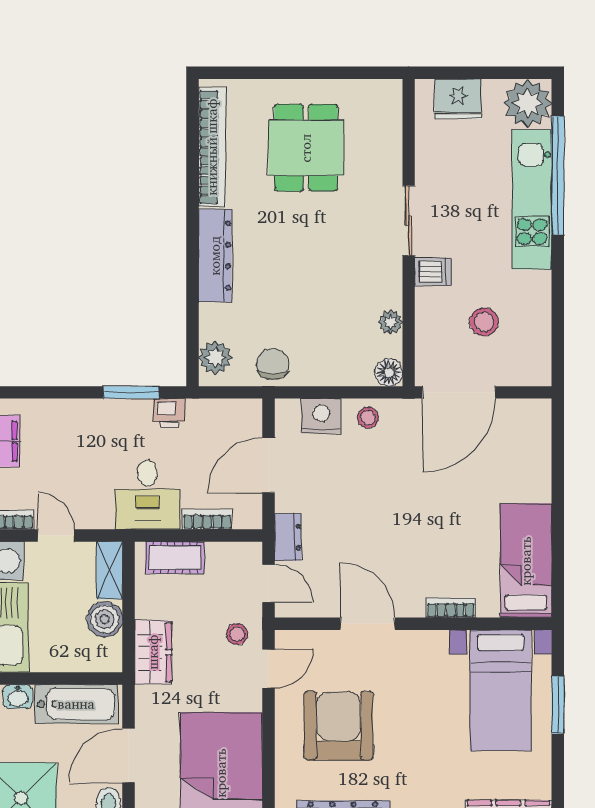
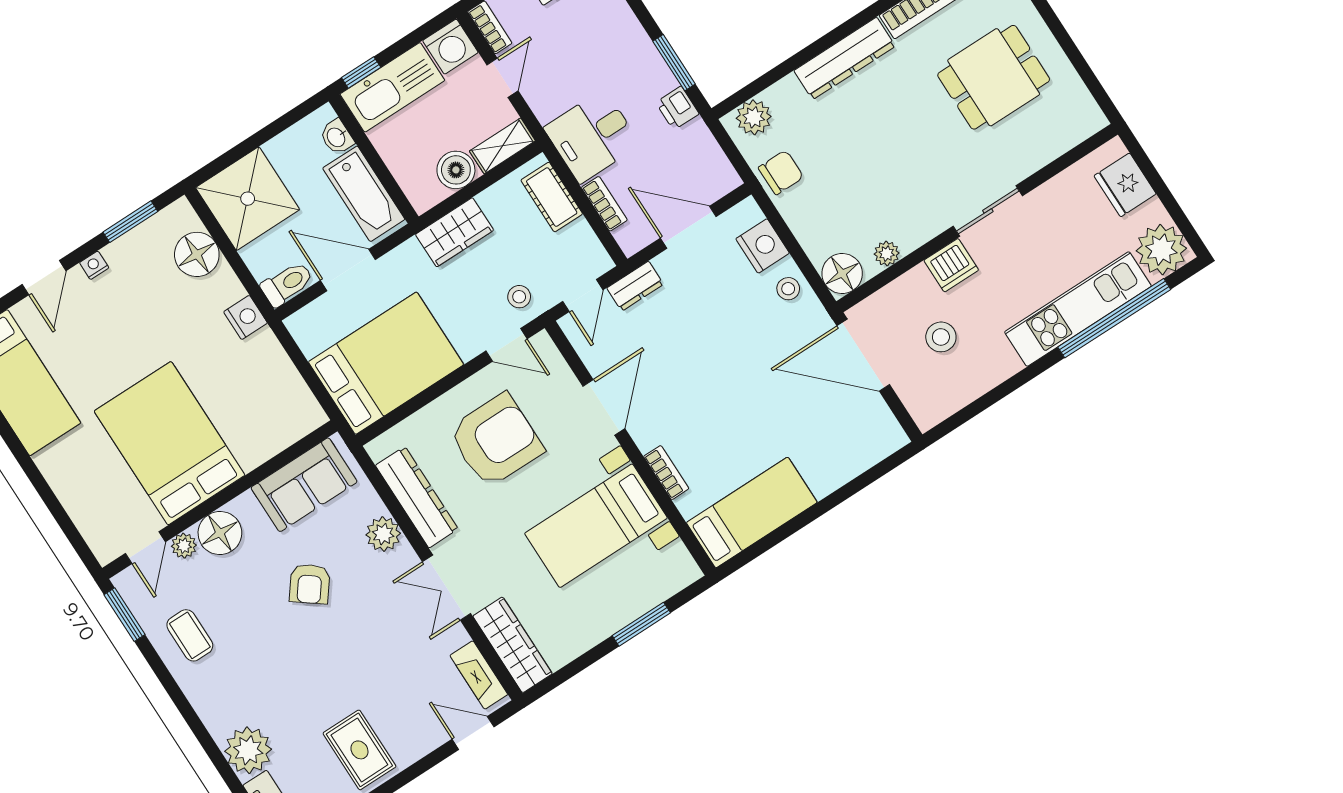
dishwasher: (433, 272) -> (951, 265), width x1.38
floor lamp: (389, 373) -> (842, 274), width x1.38, depth x1.38
bed with nightstands: (501, 690) -> (596, 526), moved

